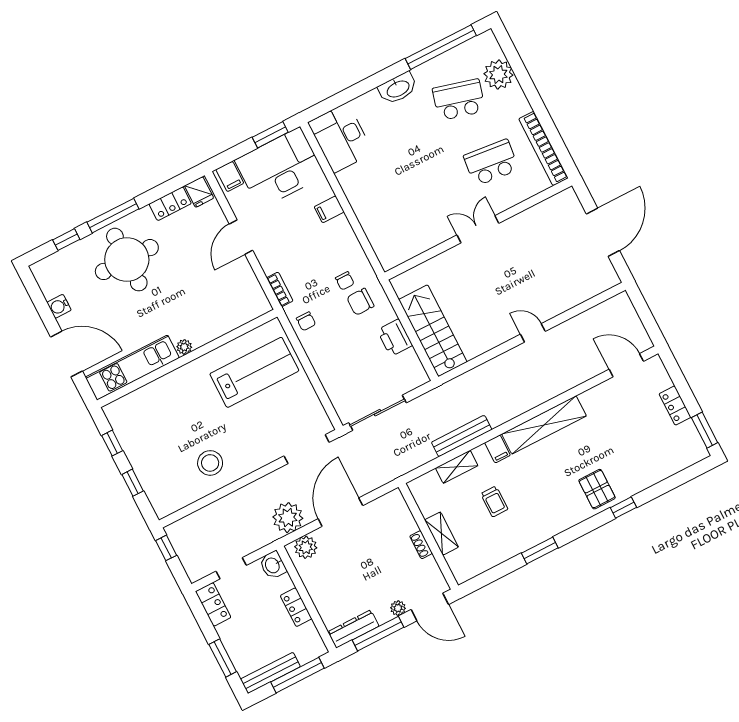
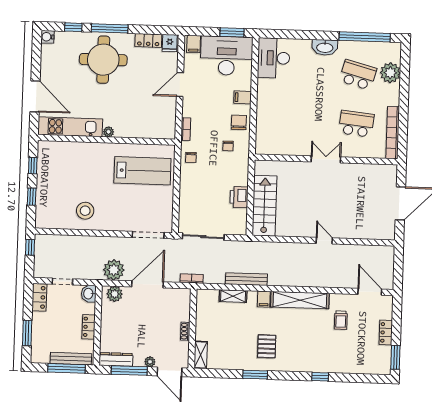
chair: (360, 302) -> (239, 122), moved, turned 90
water cooler: (59, 306) -> (47, 37), moved
bookcase: (392, 474) -> (192, 279), added
pallet: (597, 489) -> (267, 346), moved
trolley: (494, 501) -> (341, 320), moved
shelving: (441, 534) -> (201, 355), moved
bench: (270, 673) -> (71, 359), moved

